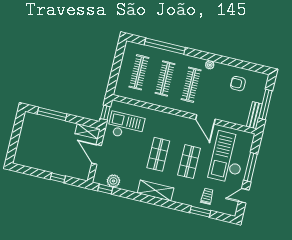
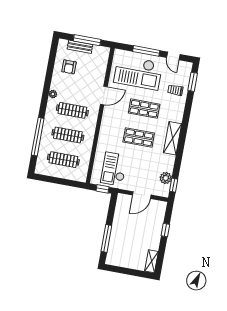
bench: (254, 115) -> (80, 47), moved
shelving: (88, 131) -> (151, 261), moved
window: (200, 212) -> (193, 82), moved

